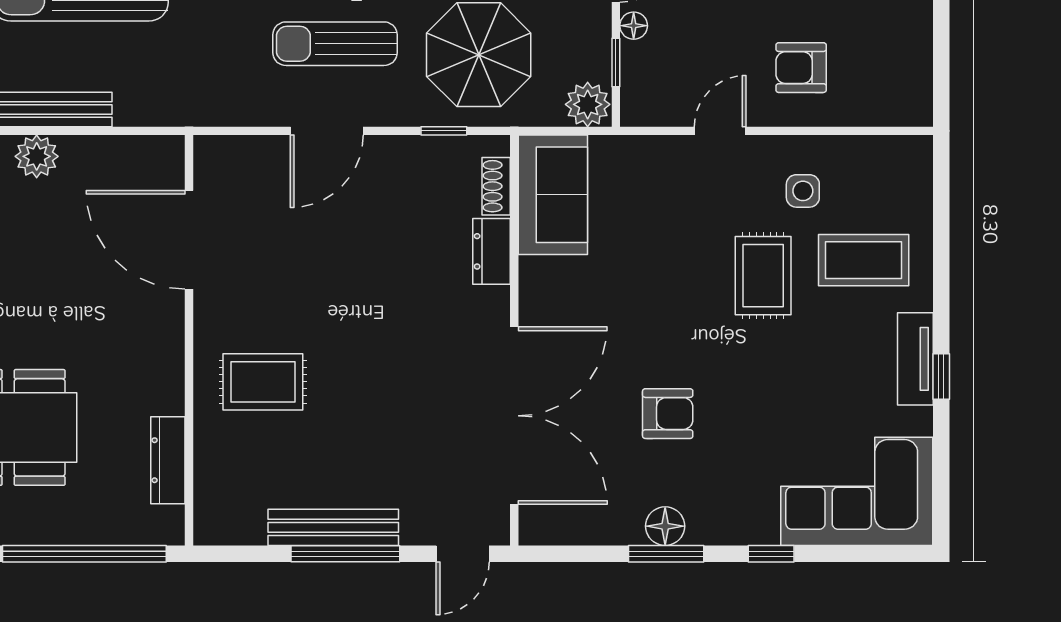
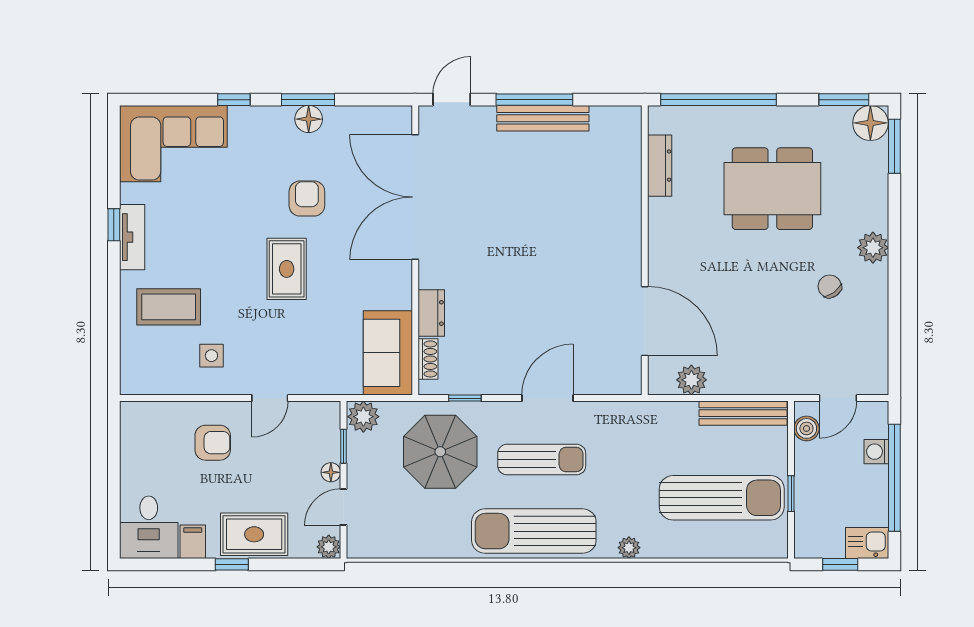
plant: (37, 156) -> (691, 380), moved
rug: (763, 276) -> (287, 269), moved
rug: (263, 382) -> (593, 221), removed
armchair: (668, 414) -> (307, 199), turned 90

